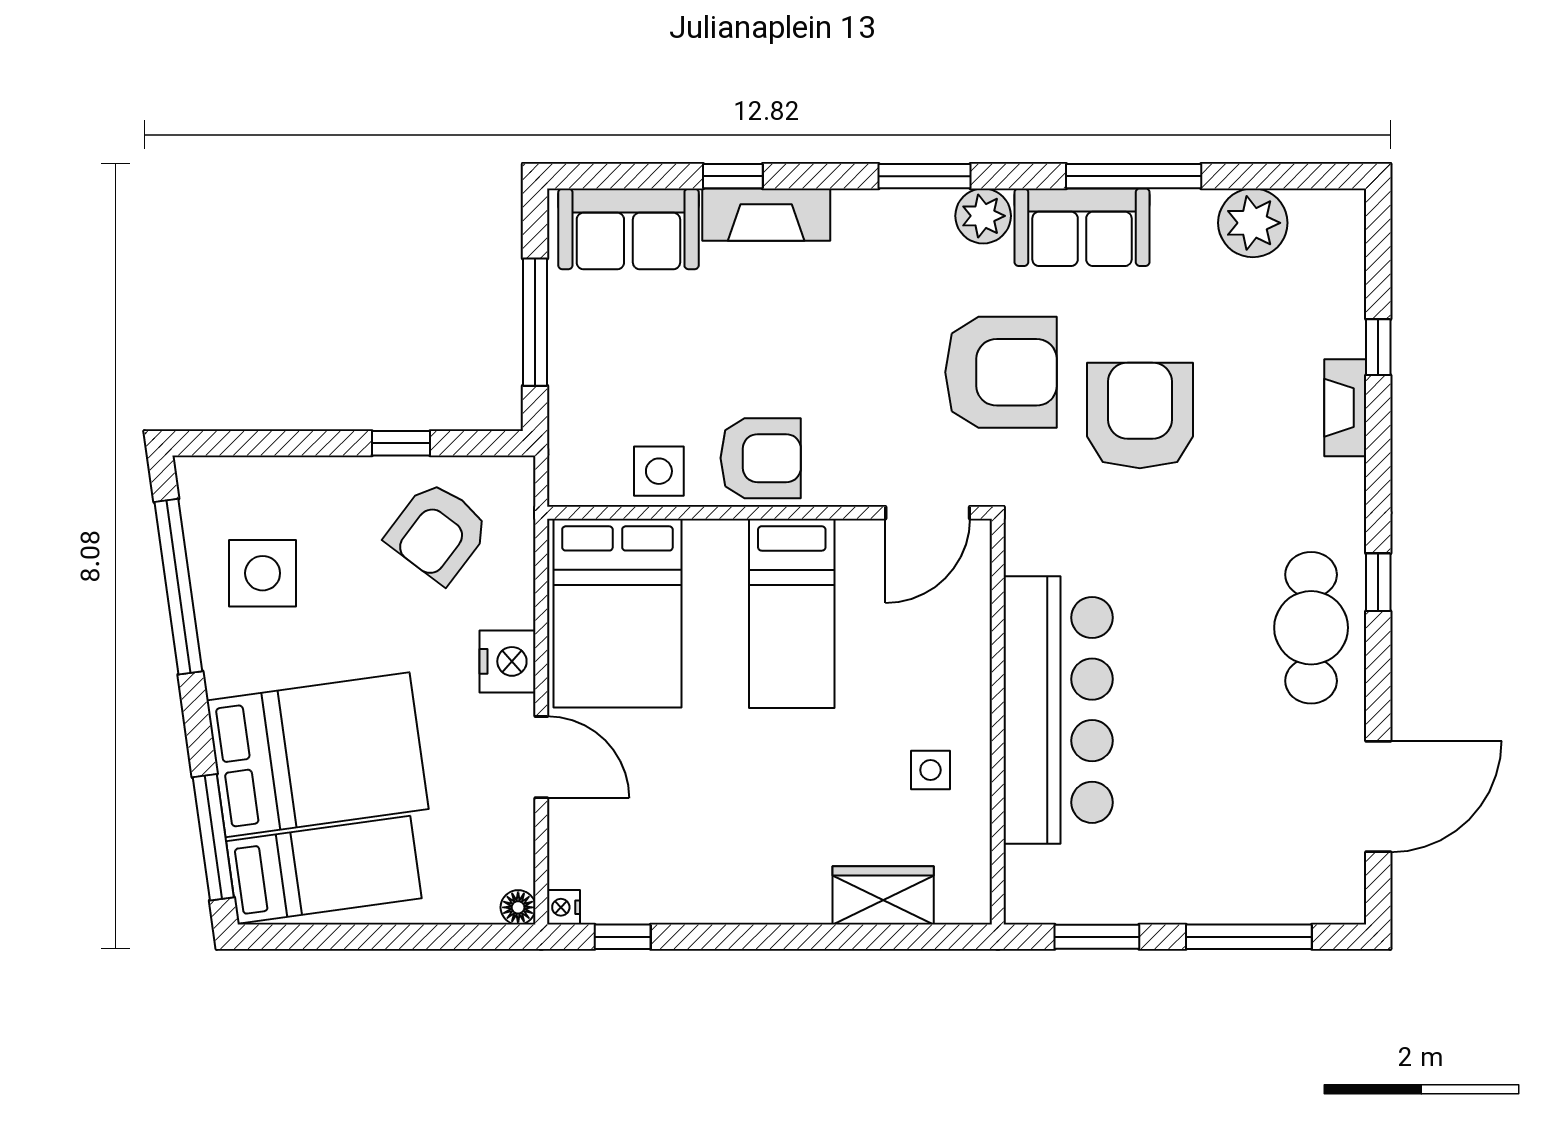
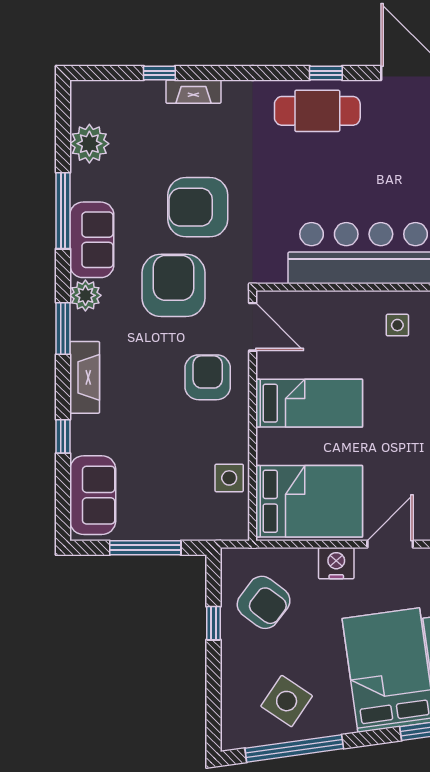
fireplace: (766, 215) -> (85, 377), moved
armchair: (761, 458) -> (208, 377), moved
side table: (263, 573) -> (287, 701), turned 34
window: (1378, 582) -> (326, 73), moved

